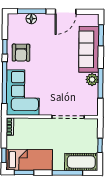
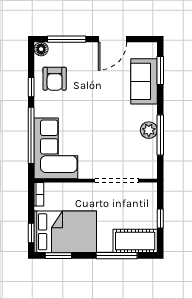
floor lamp: (31, 19) -> (41, 49), moved
sofa: (89, 49) -> (144, 81), width x0.73
armchair: (21, 53) -> (55, 79), moved
bed: (29, 160) -> (65, 232), width x1.50

